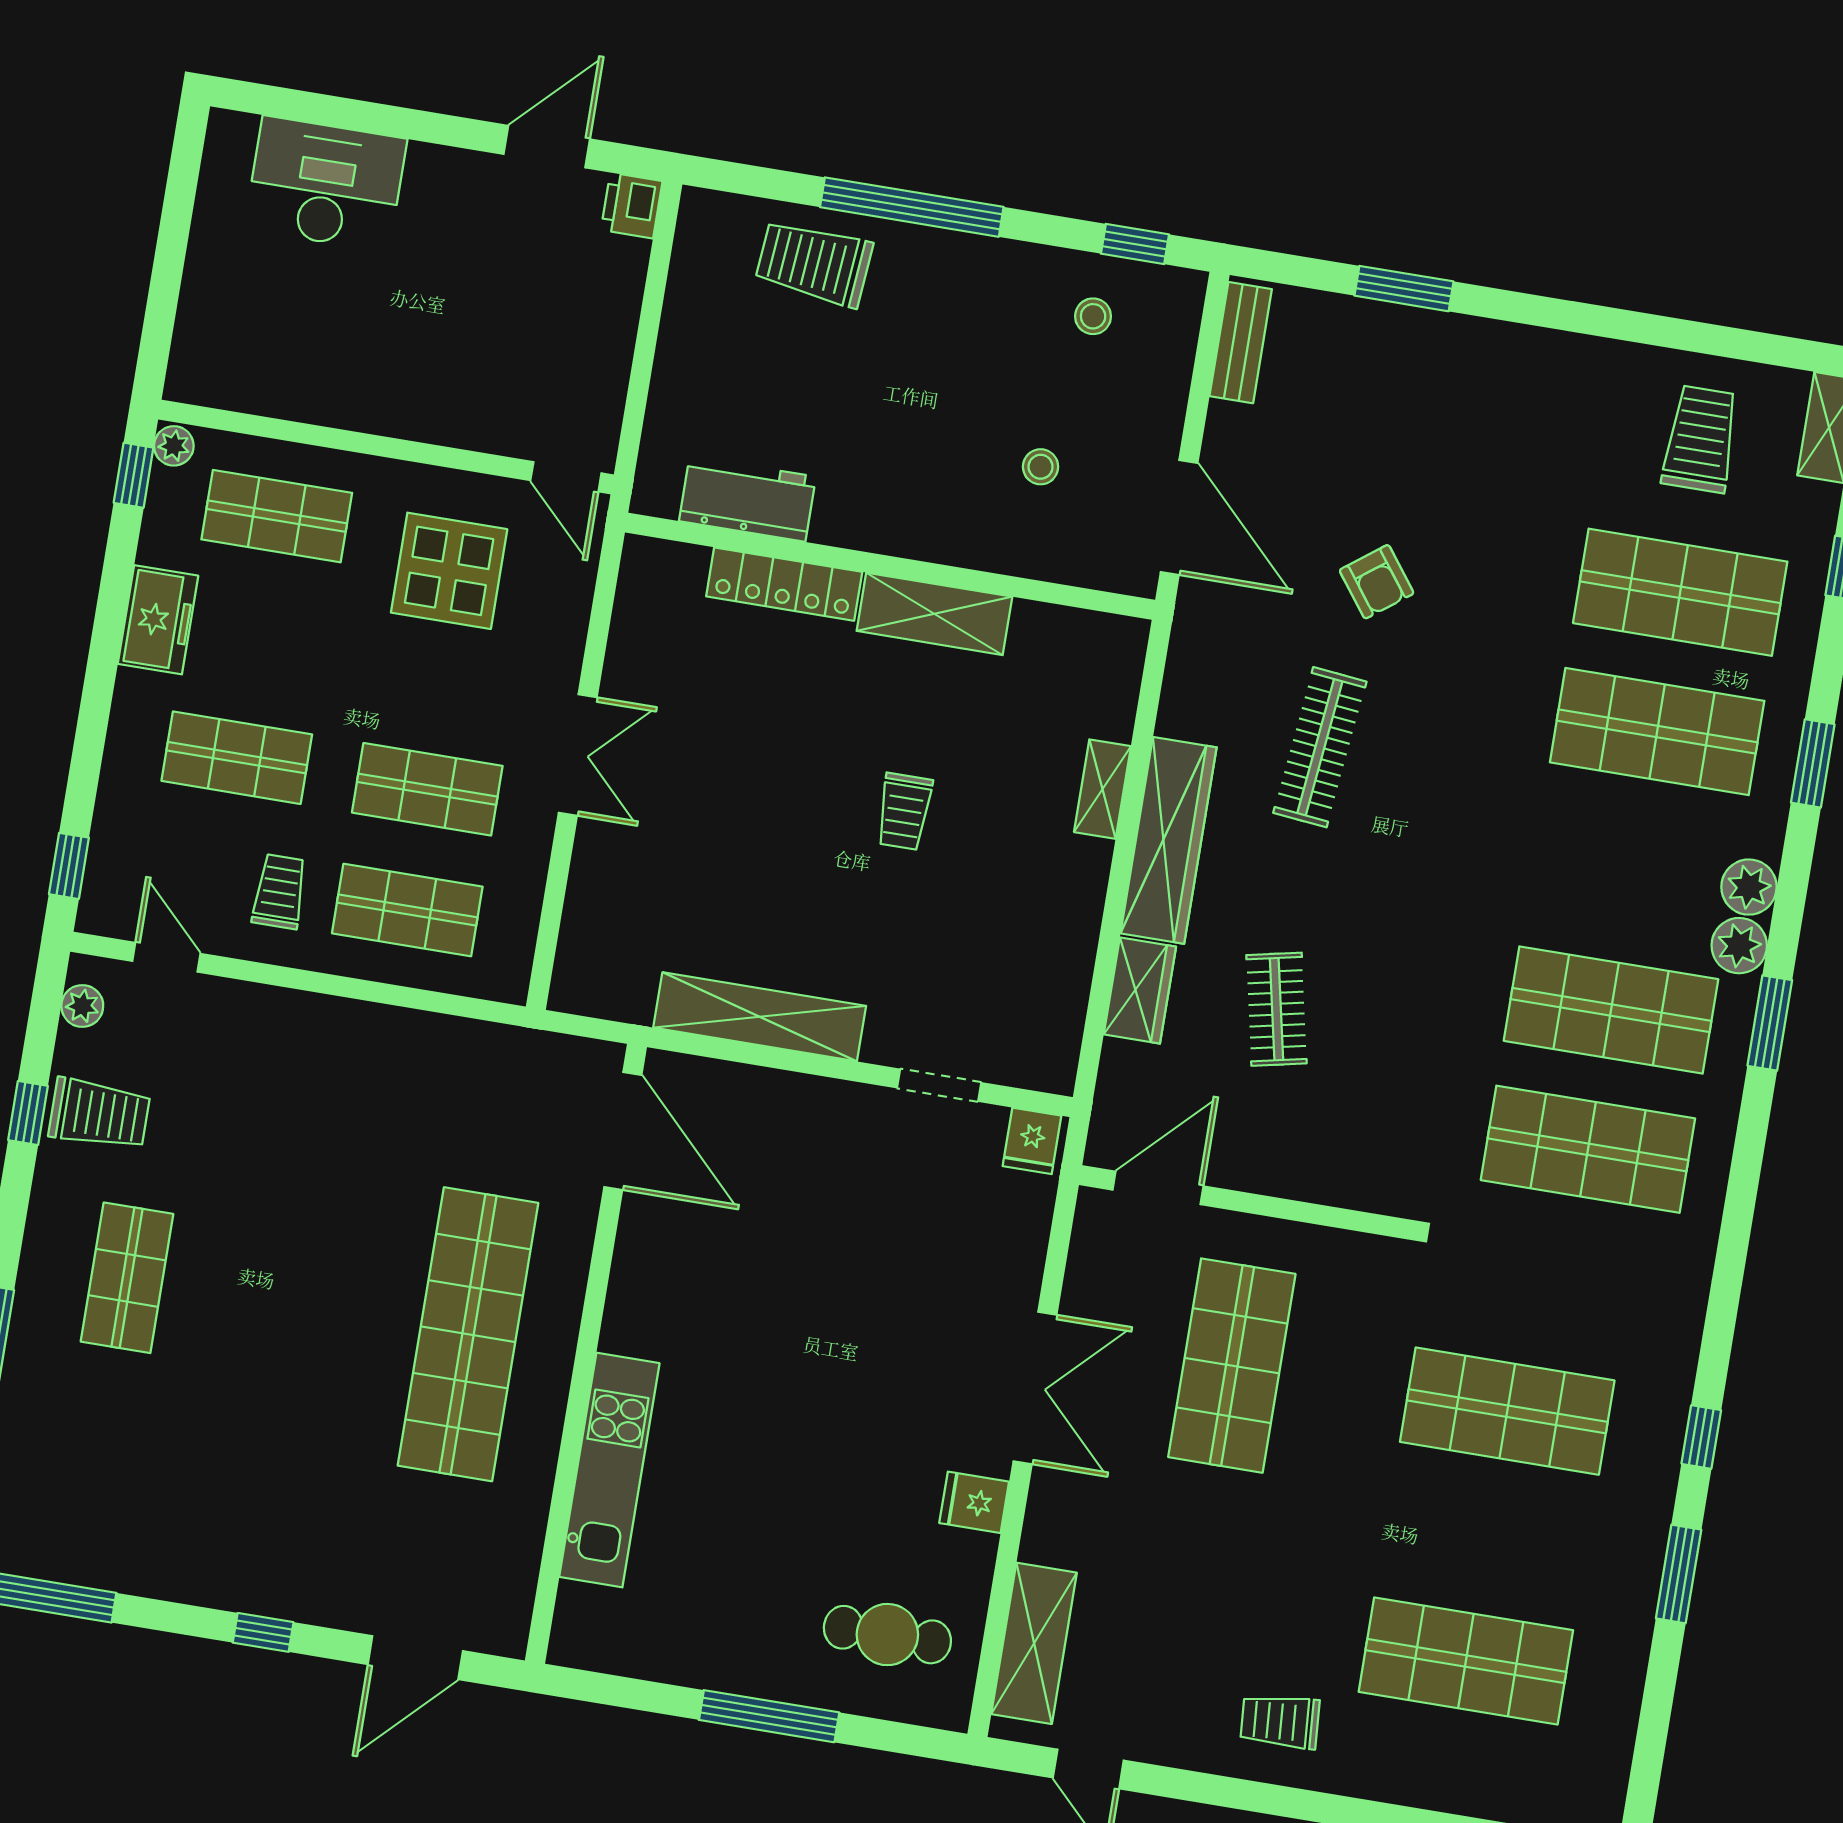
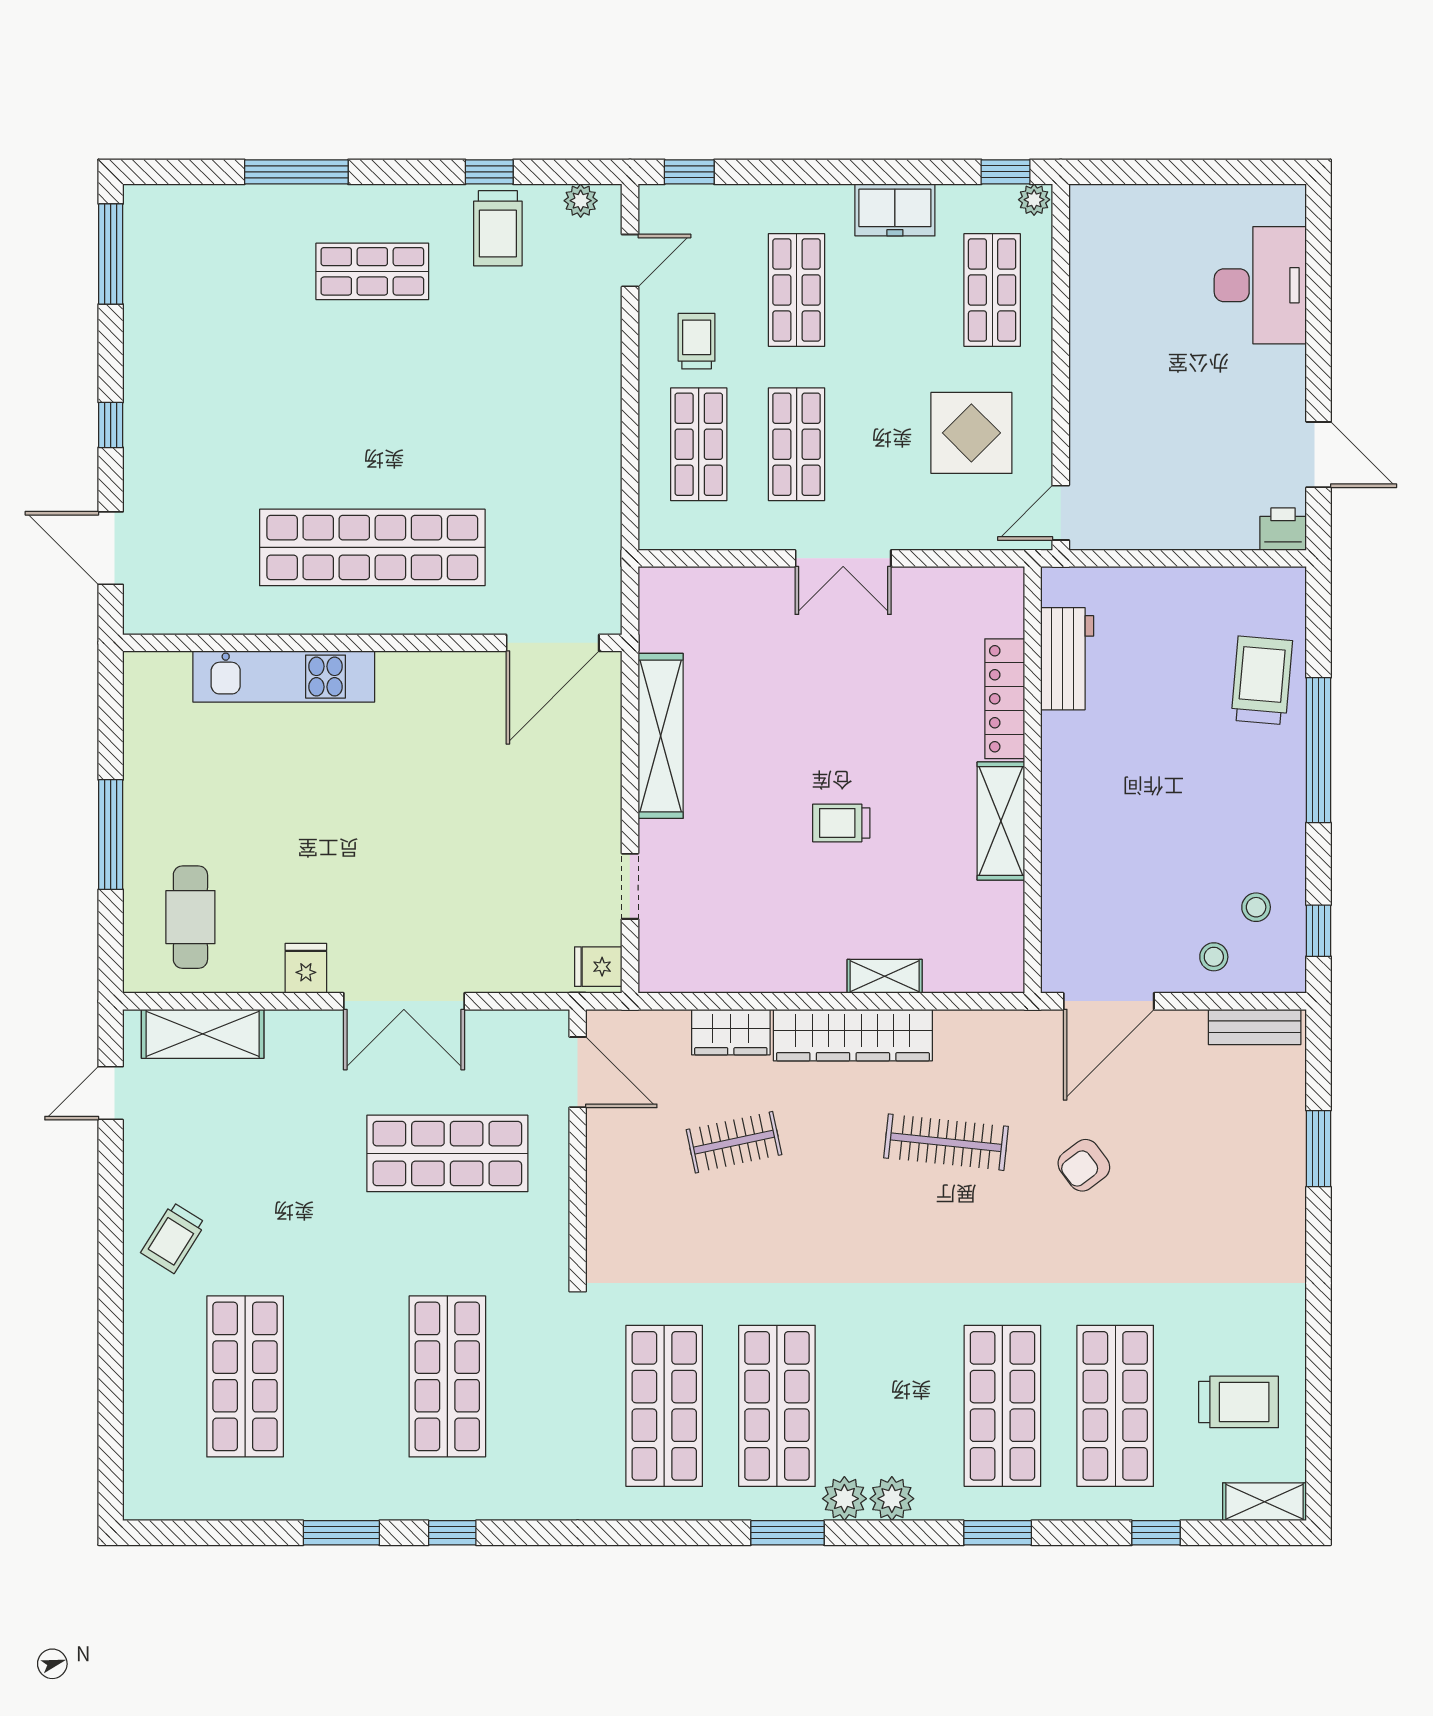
stool: (1041, 467) -> (1214, 957), moved
trolley: (280, 892) -> (697, 341), turned -90
trolley: (1280, 1721) -> (173, 1238), turned -144

